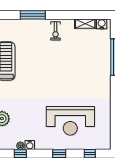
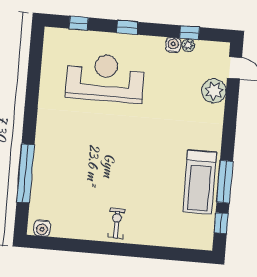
window: (33, 15) -> (151, 252), removed
shelving: (85, 24) -> (68, 231), removed

